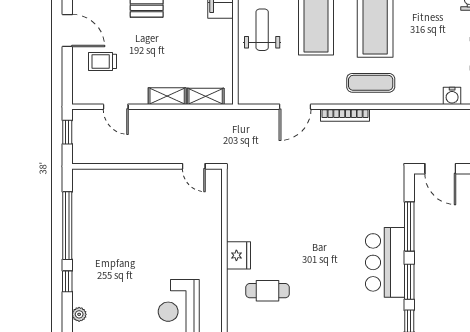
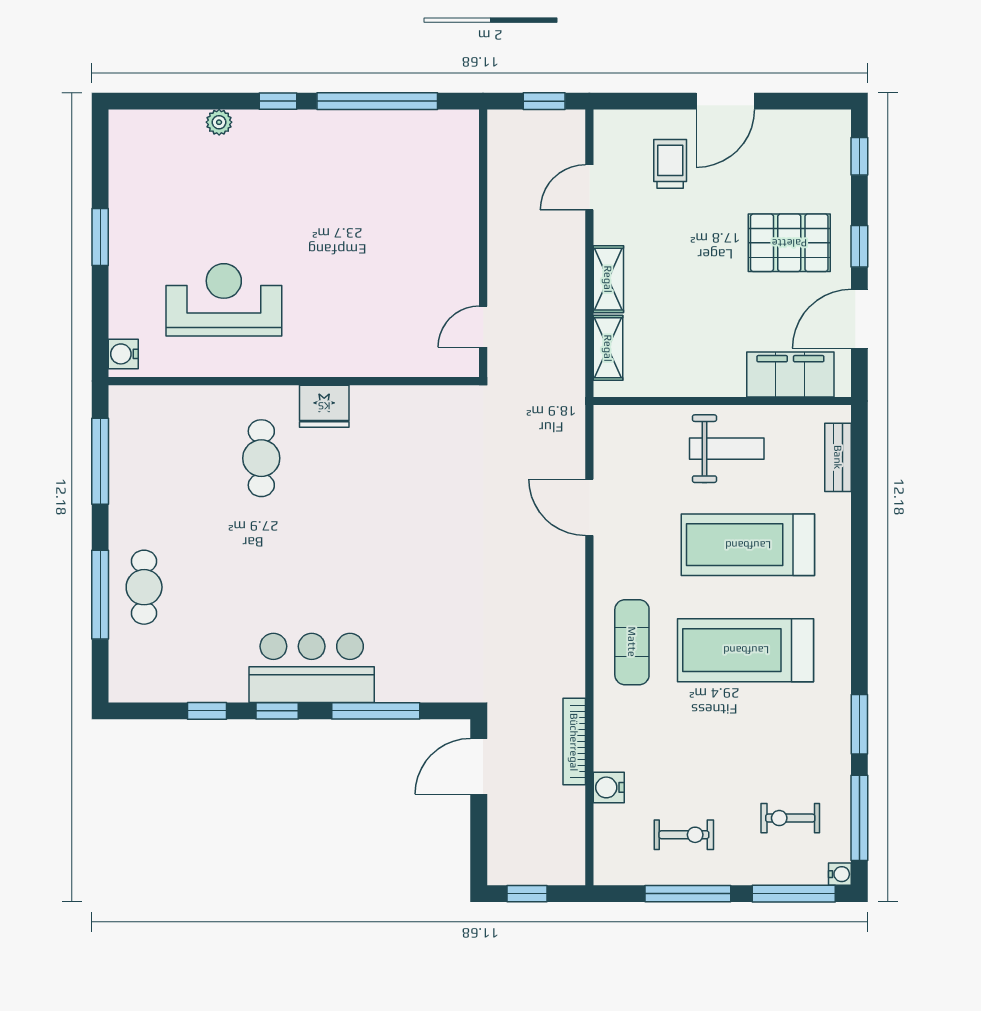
bookcase: (345, 115) -> (574, 742), moved
window: (409, 282) -> (277, 711), width x0.67

